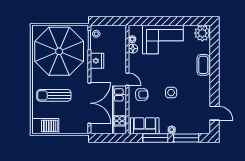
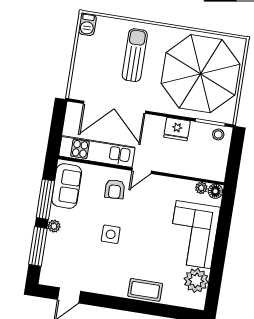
plant: (202, 33) -> (196, 280), moved
floor lamp: (133, 49) -> (215, 191), moved
barbecue: (45, 126) -> (87, 24), width x0.53, depth x0.65

